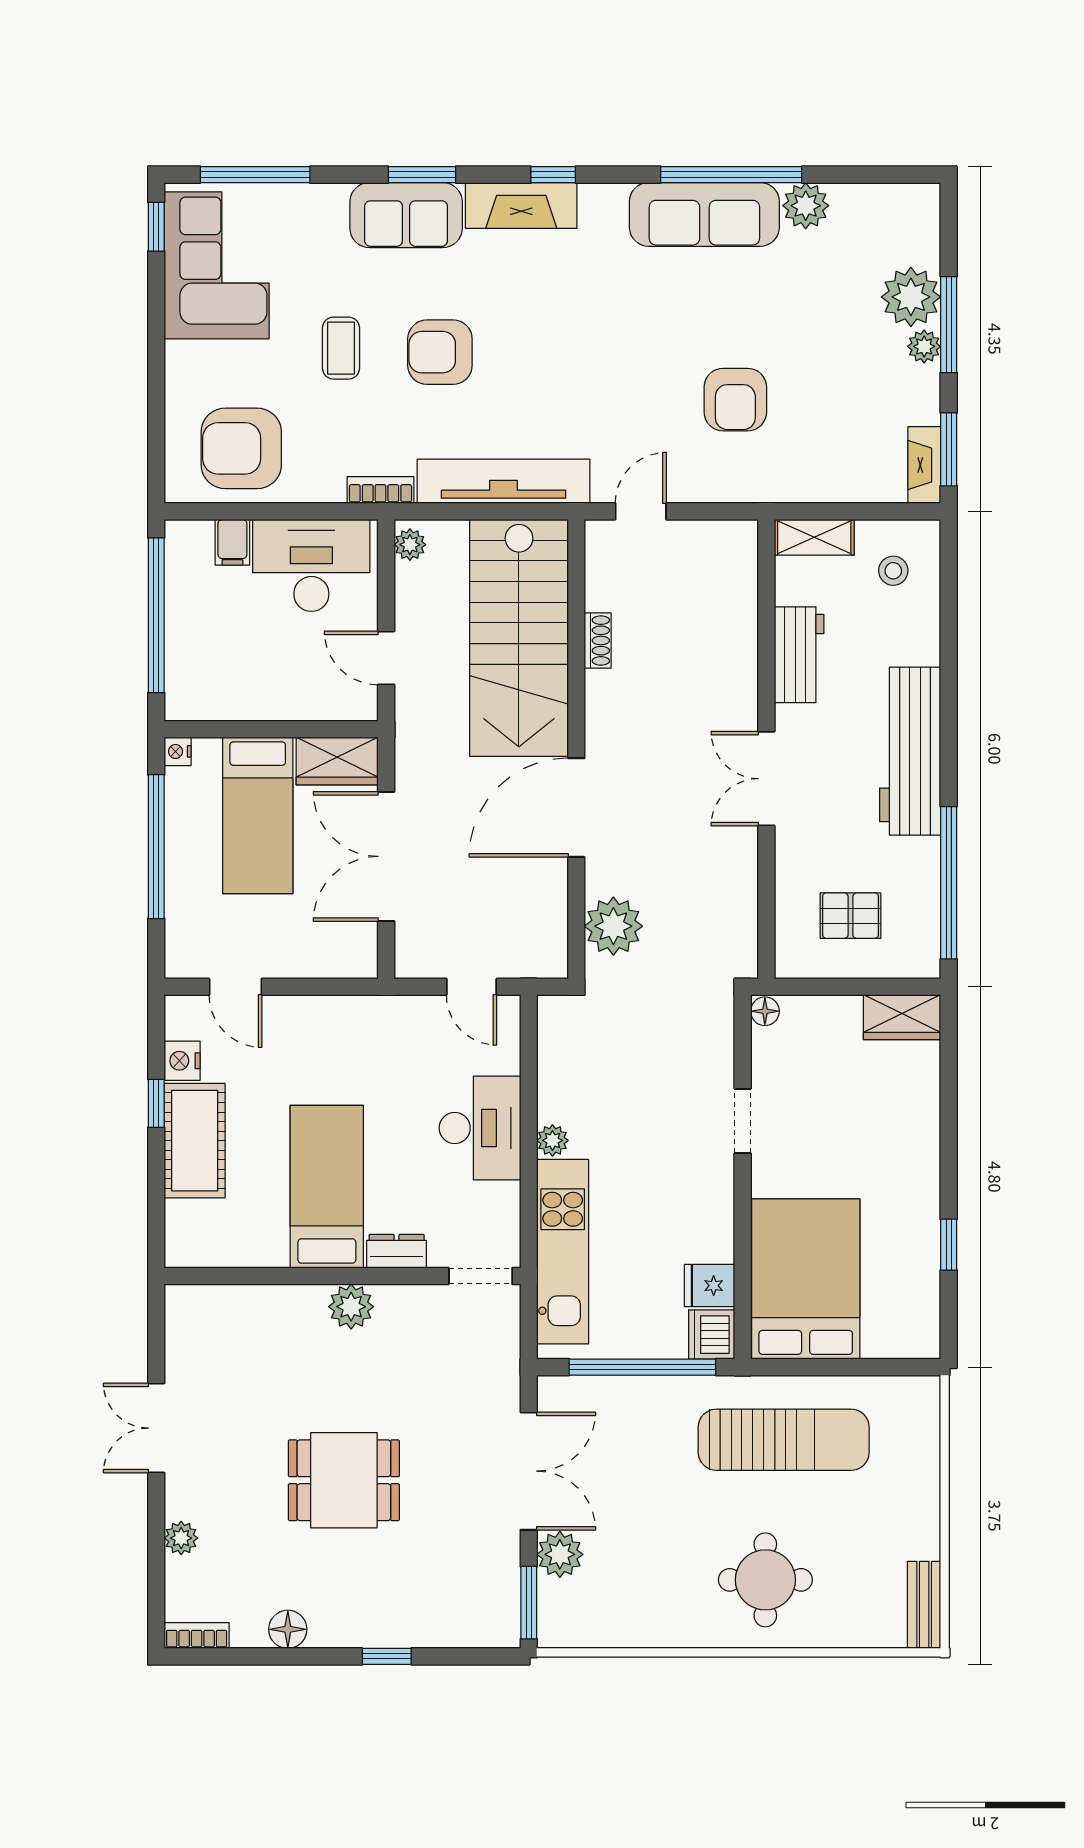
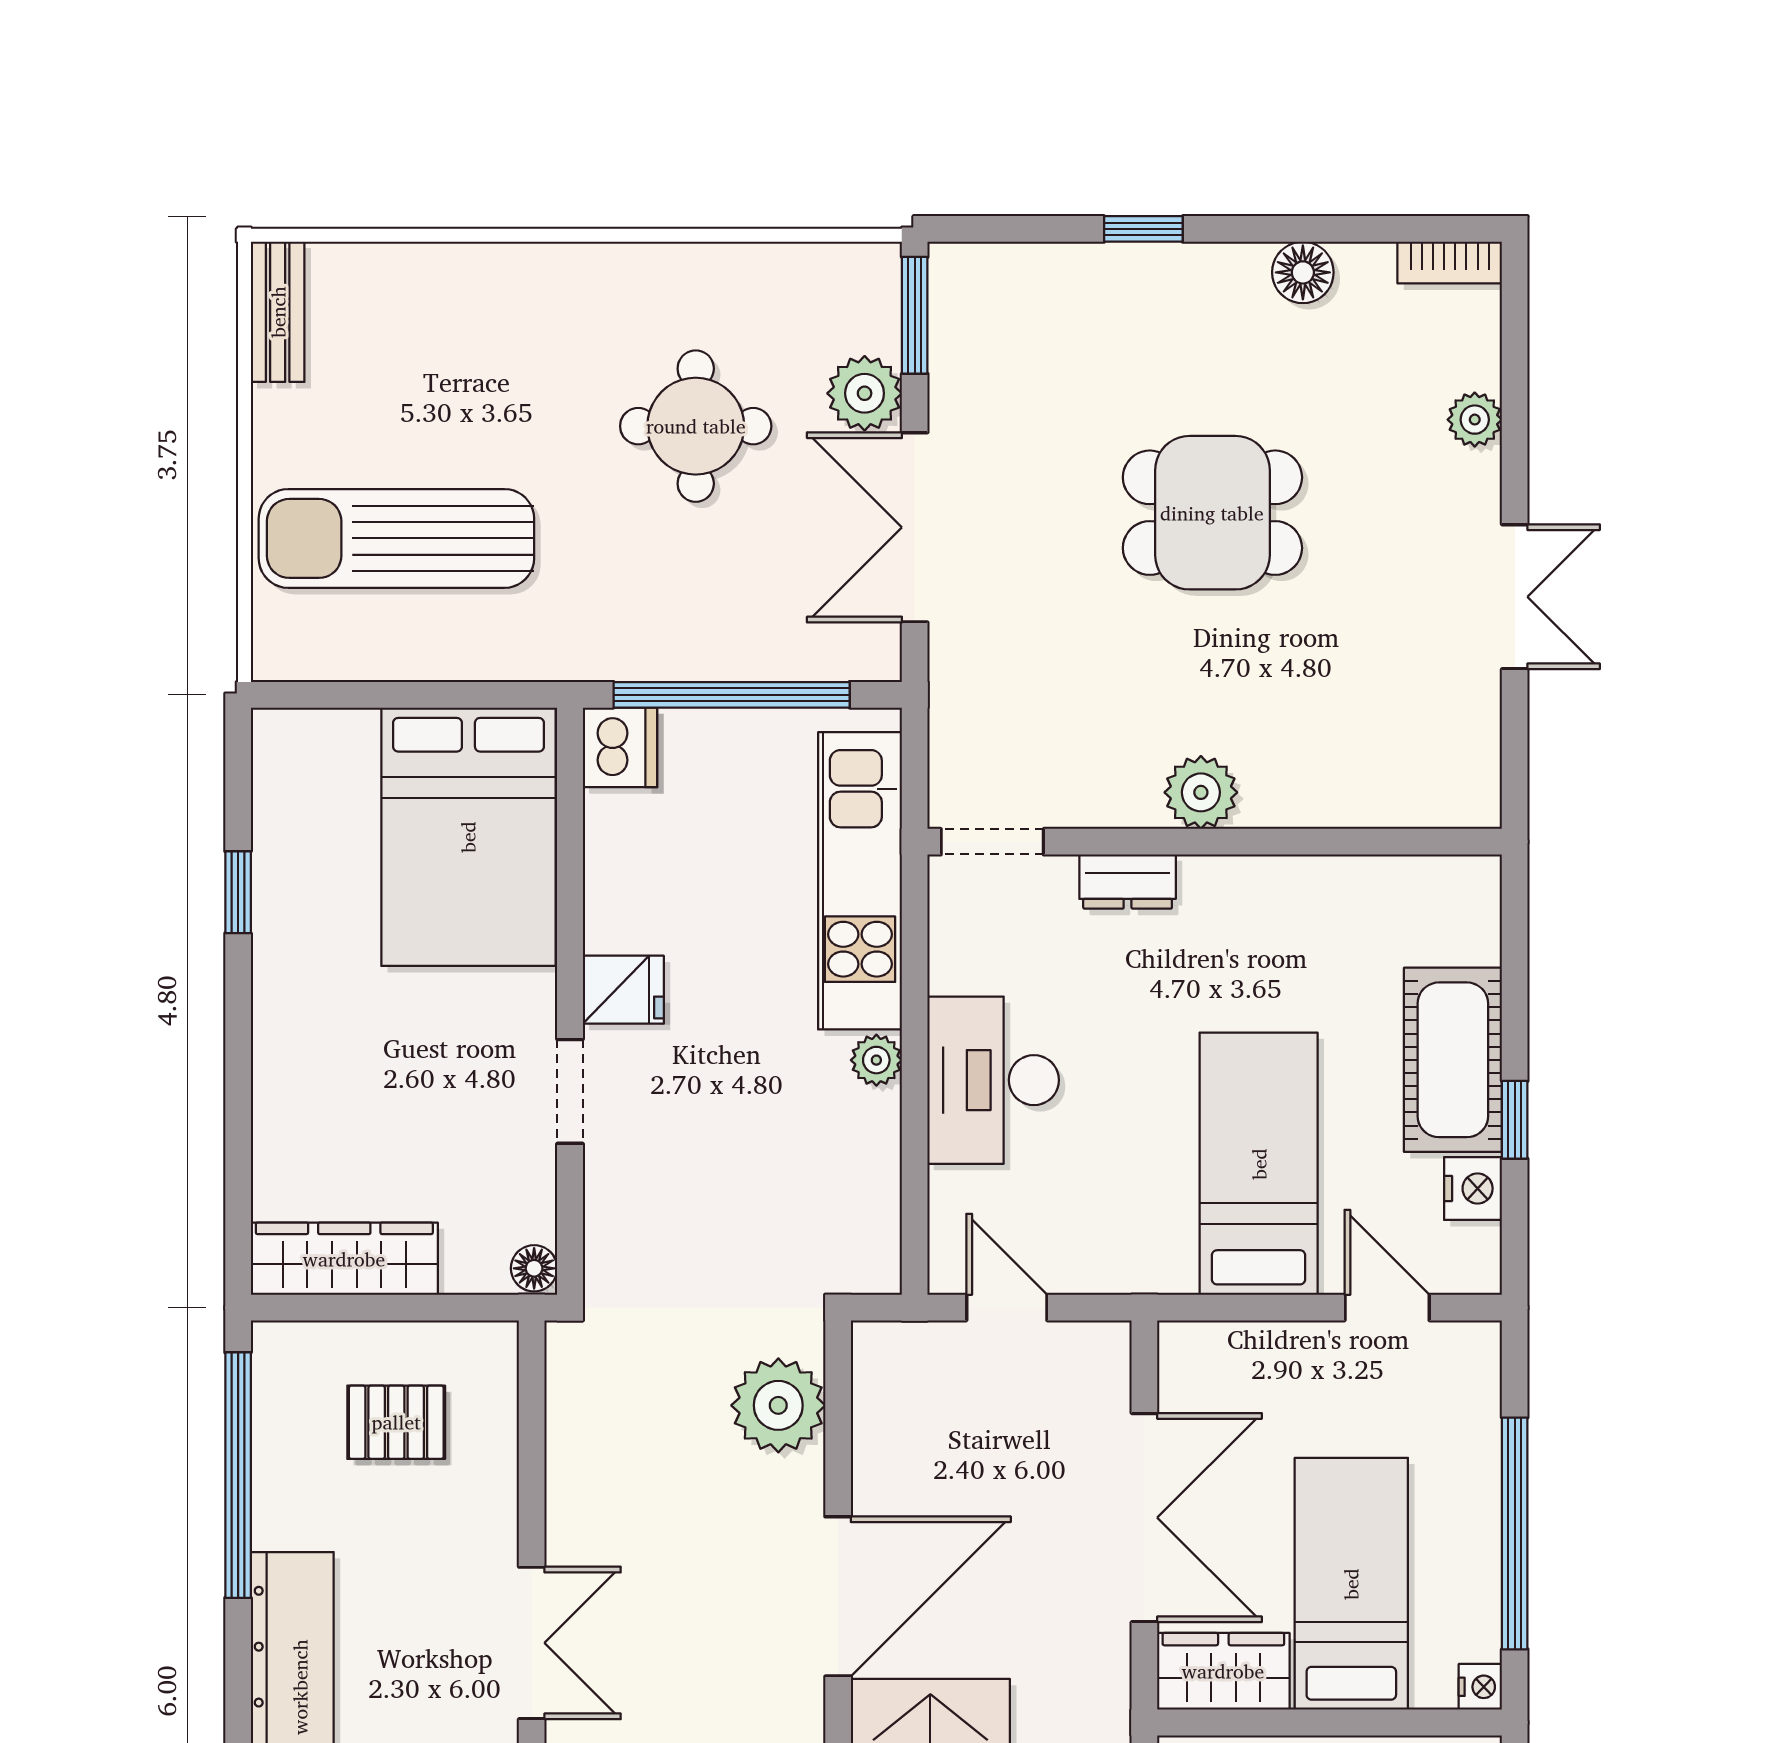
wardrobe: (902, 1017) -> (344, 1259), width x1.50
bed: (327, 1187) -> (1259, 1164), moved, turned 180
fridge: (710, 1286) -> (623, 990), moved
sun lounger: (784, 1440) -> (396, 538), moved
round table: (765, 1580) -> (696, 426), moved

